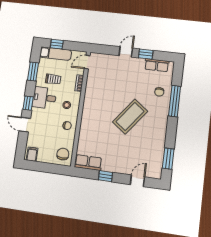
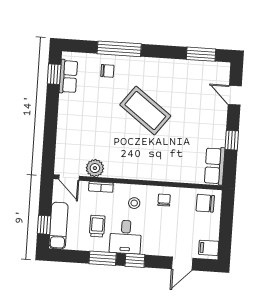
door: (126, 52) -> (51, 122), removed
window: (146, 54) -> (54, 74), moved
window: (33, 71) -> (103, 258), moved
plant: (92, 80) -> (95, 168), added
door: (25, 125) -> (182, 264), moved

